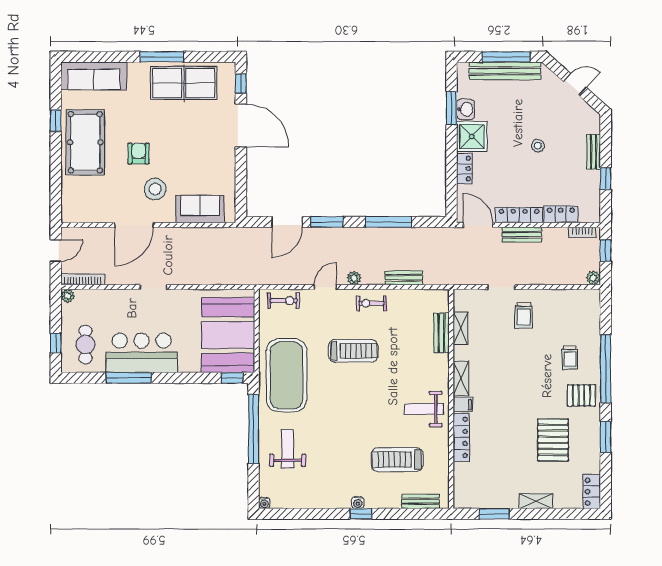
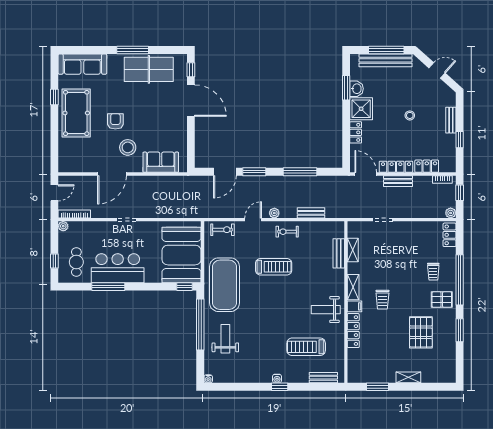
trolley: (524, 315) -> (382, 300), moved
locker: (592, 492) -> (450, 235), moved

